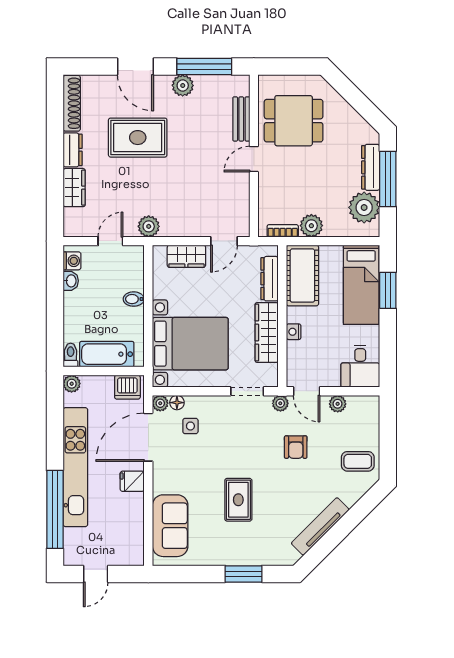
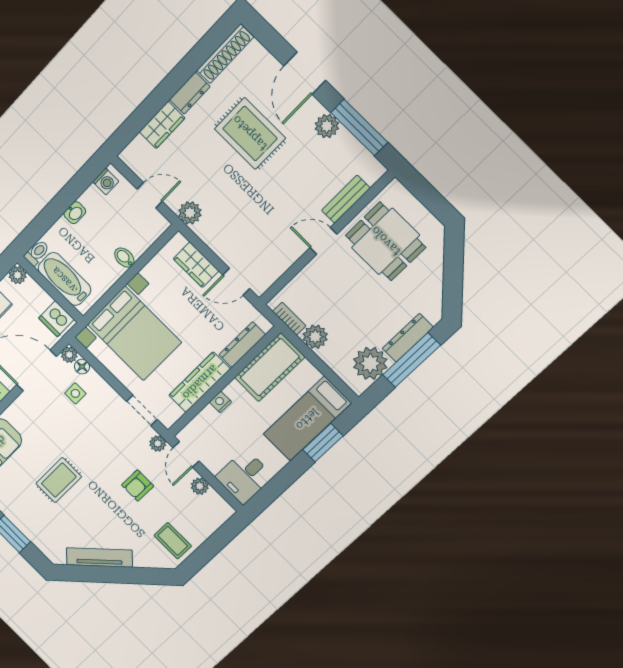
washbasin: (71, 281) -> (75, 213), moved

